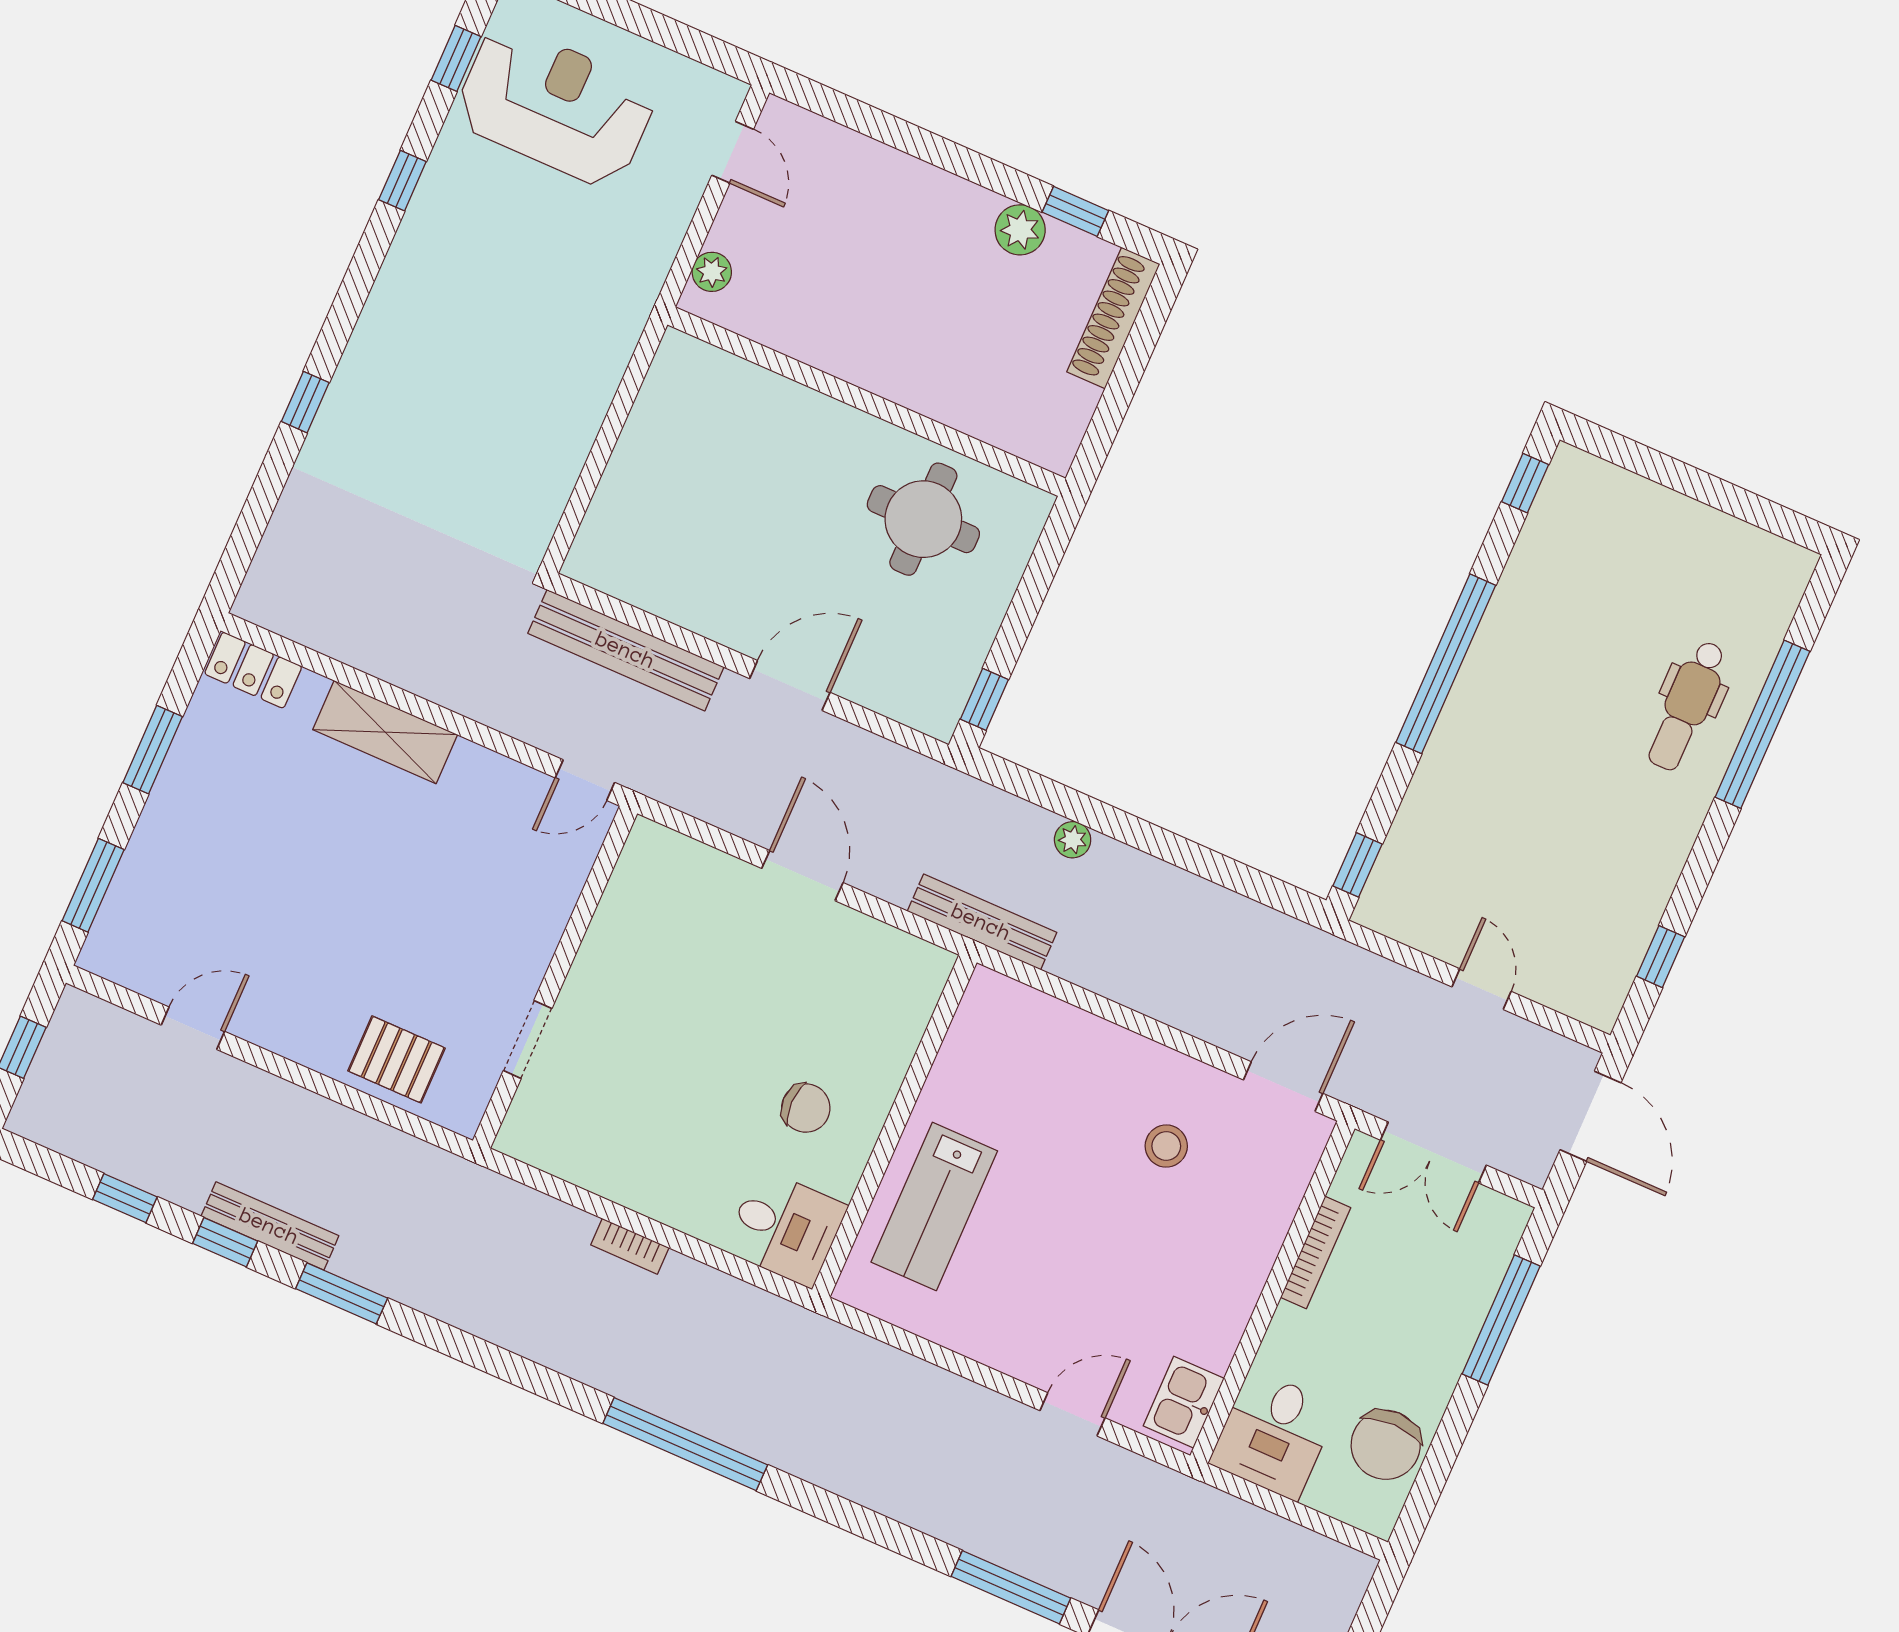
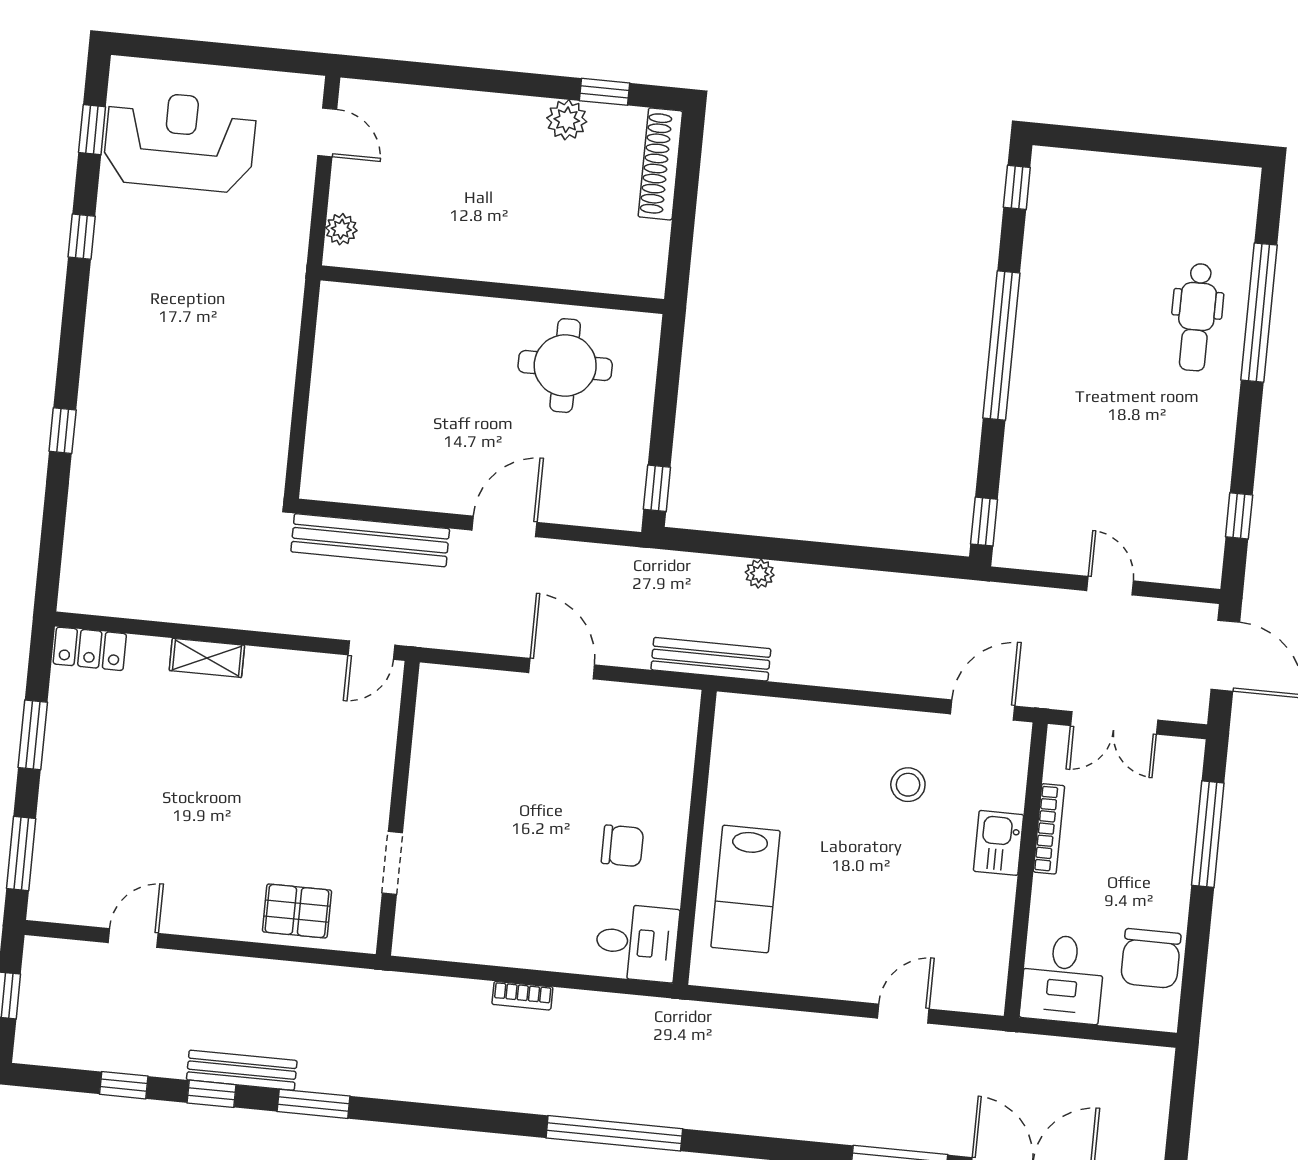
shelving: (385, 732) -> (207, 658), width x0.67, depth x0.75
kitchen sink: (1184, 1402) -> (999, 843), moved

